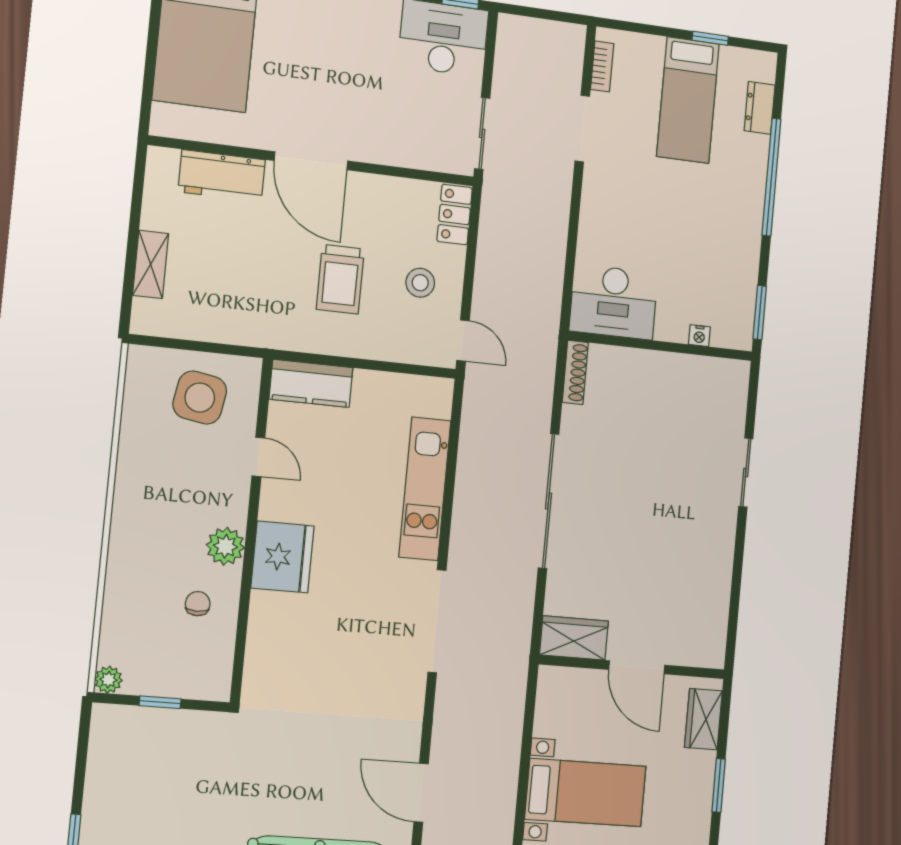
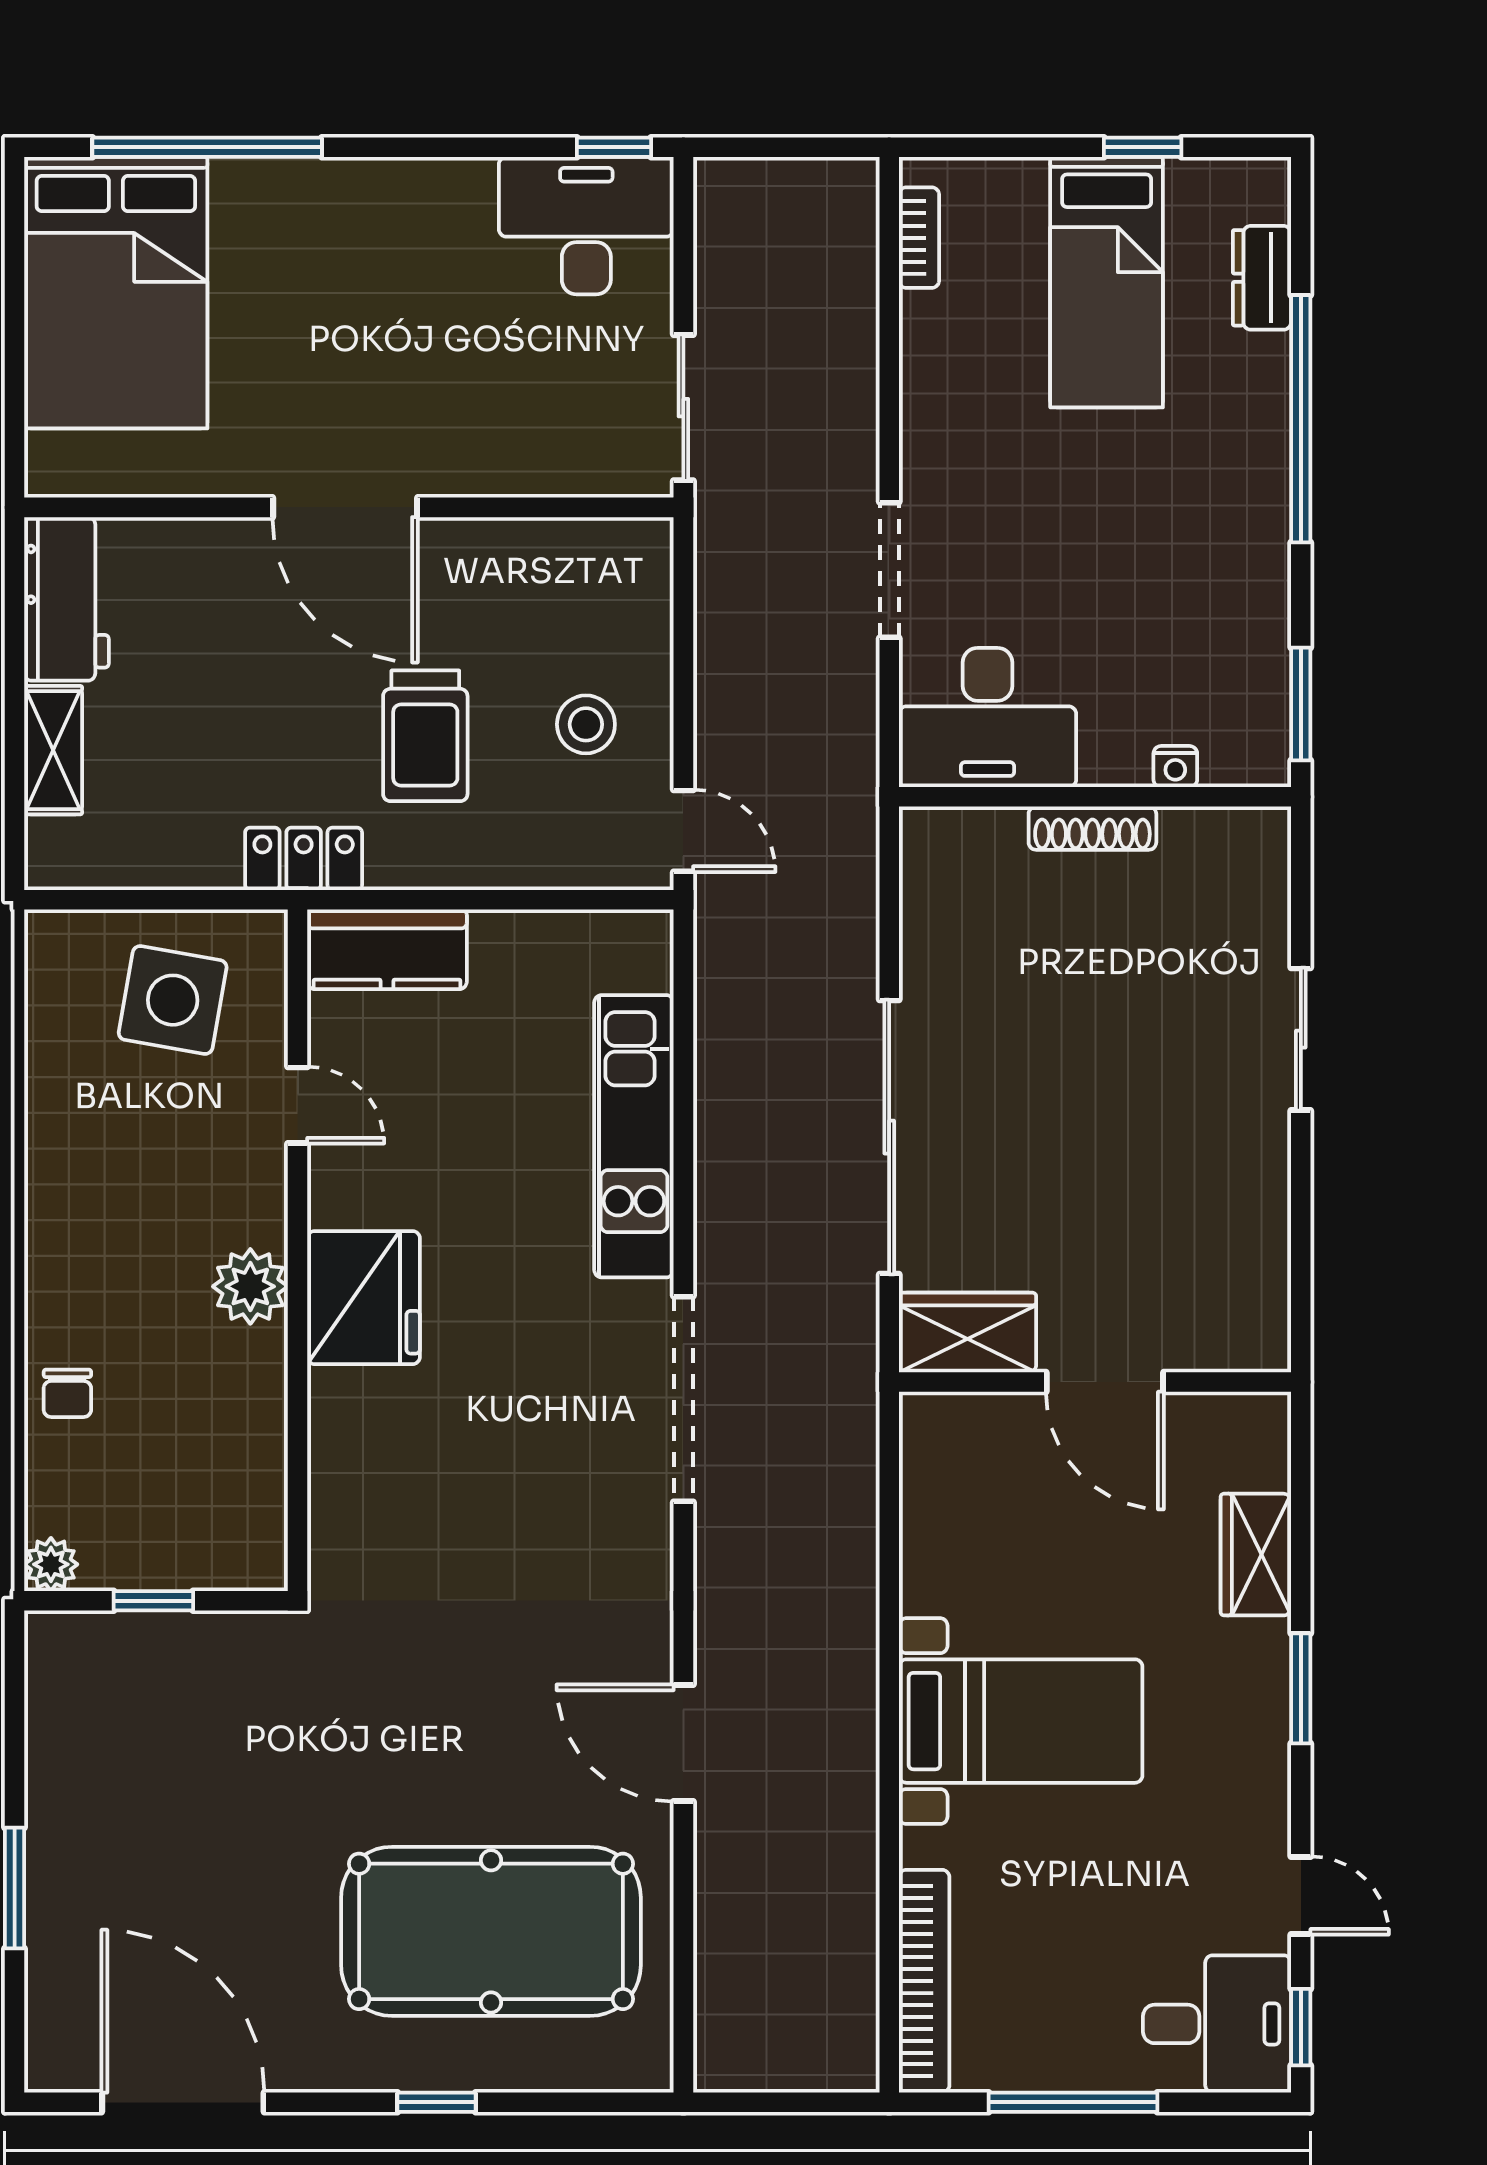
doorway: (582, 129) -> (889, 570), moved
workbench: (222, 176) -> (67, 599), moved, turned -90
locker: (455, 215) -> (304, 859), moved, turned 90
shoe rack: (575, 372) -> (1092, 828), moved, turned 90
chair: (198, 604) -> (67, 1393), moved, turned 180
wardrobe: (574, 638) -> (968, 1333), moved
wall: (632, 667) -> (1095, 1382), moved
door: (637, 667) -> (1105, 1382), moved

